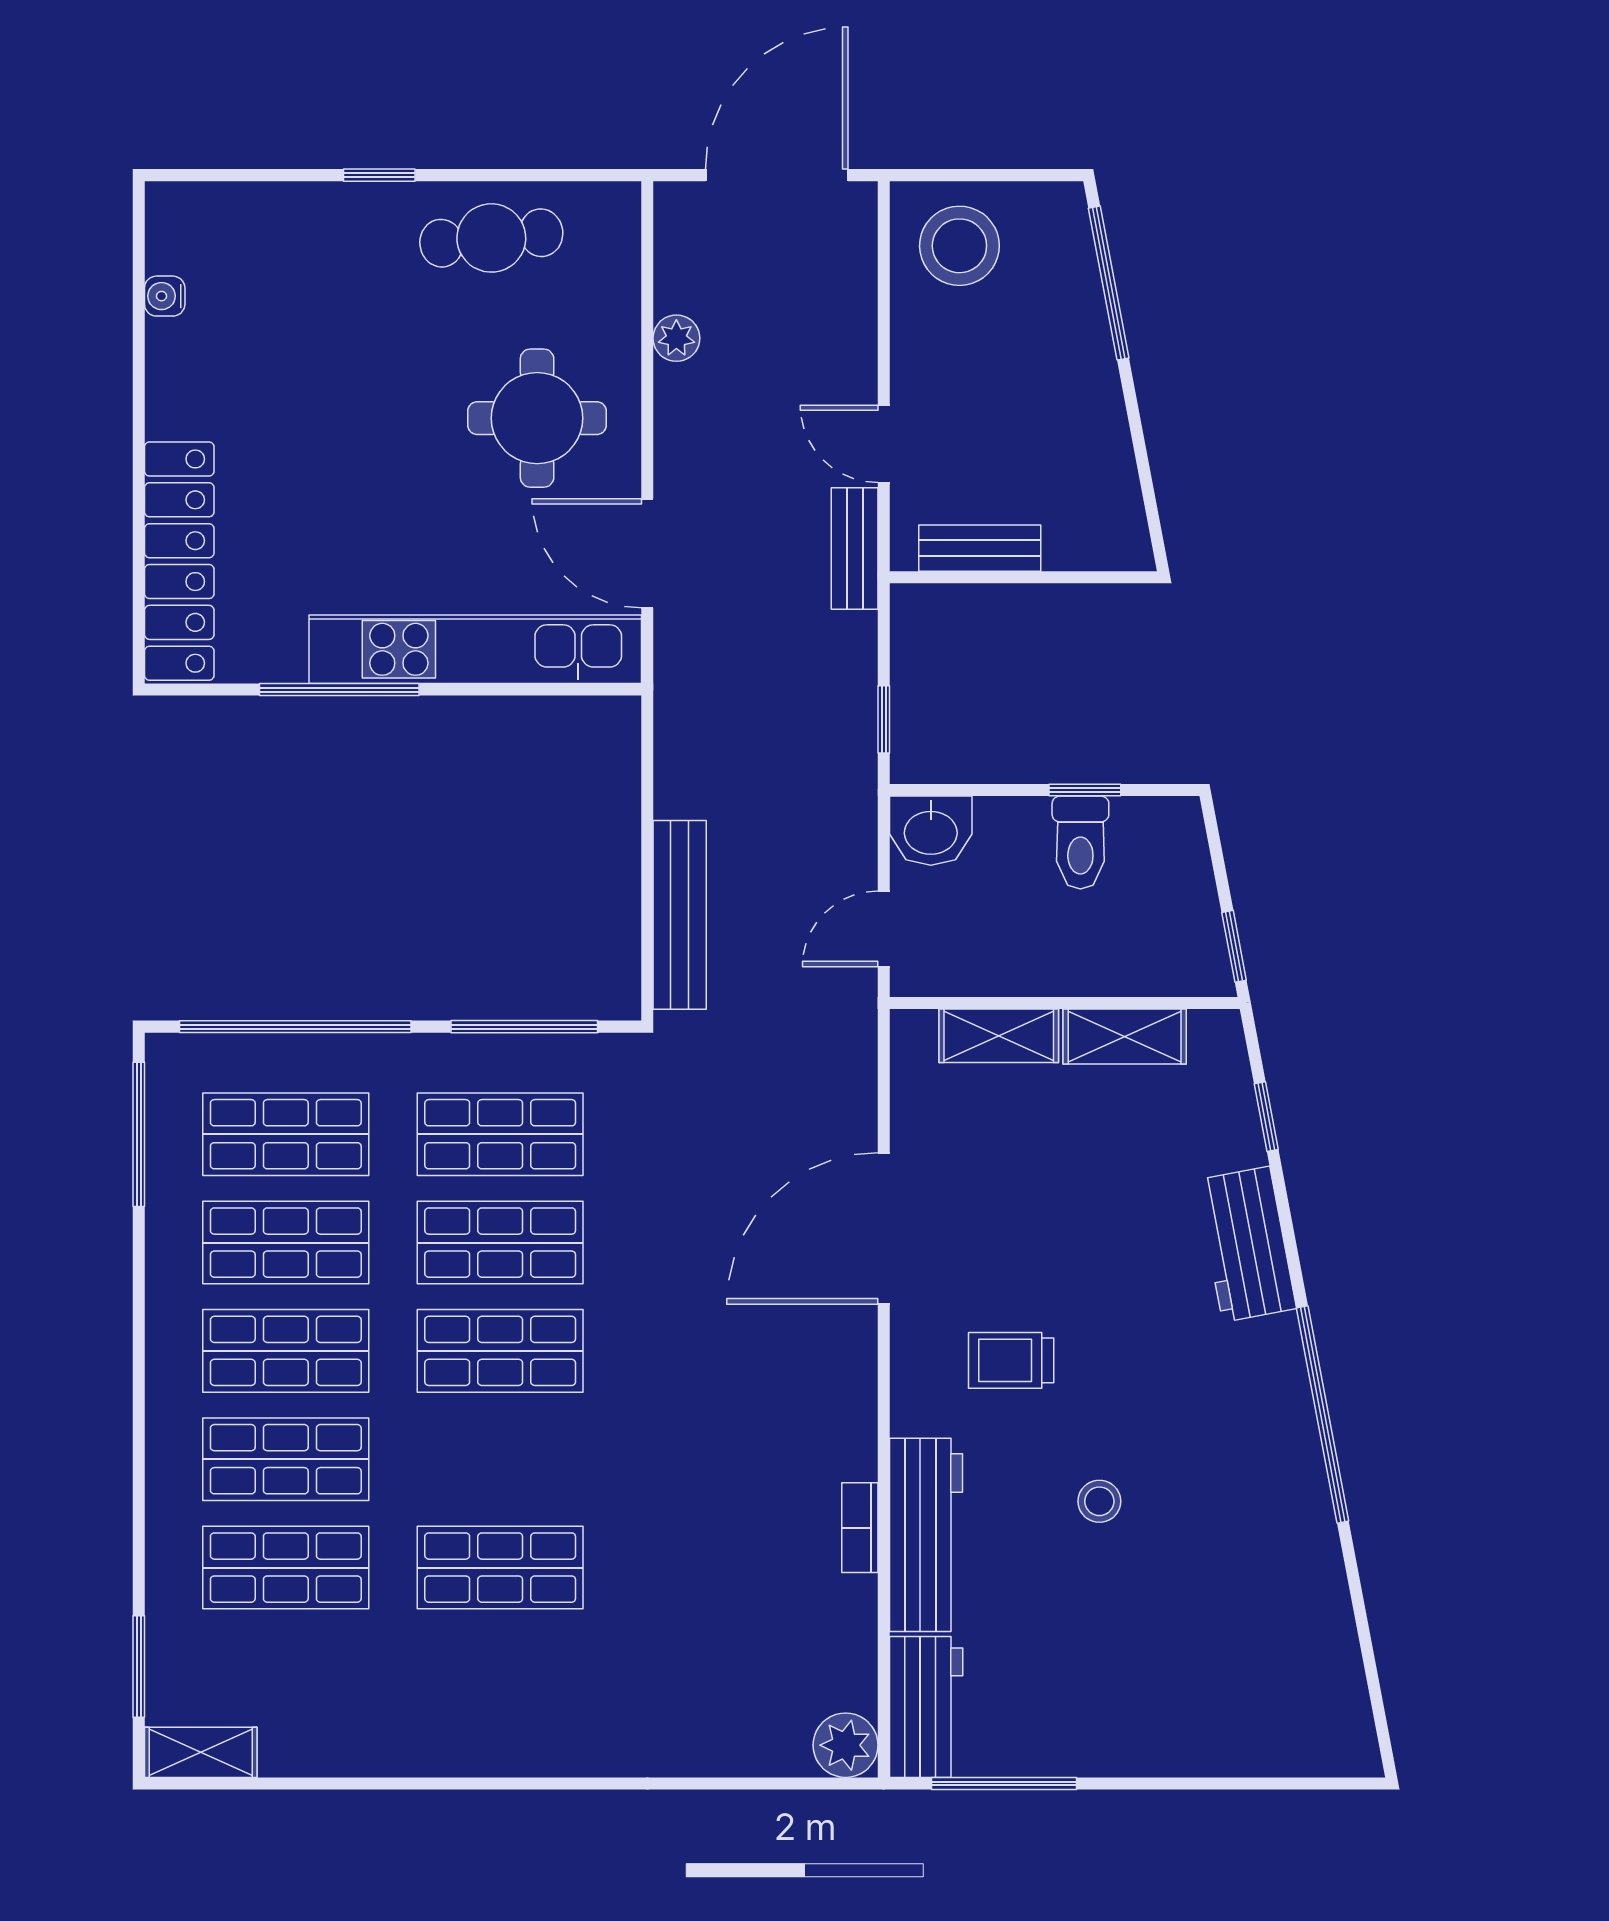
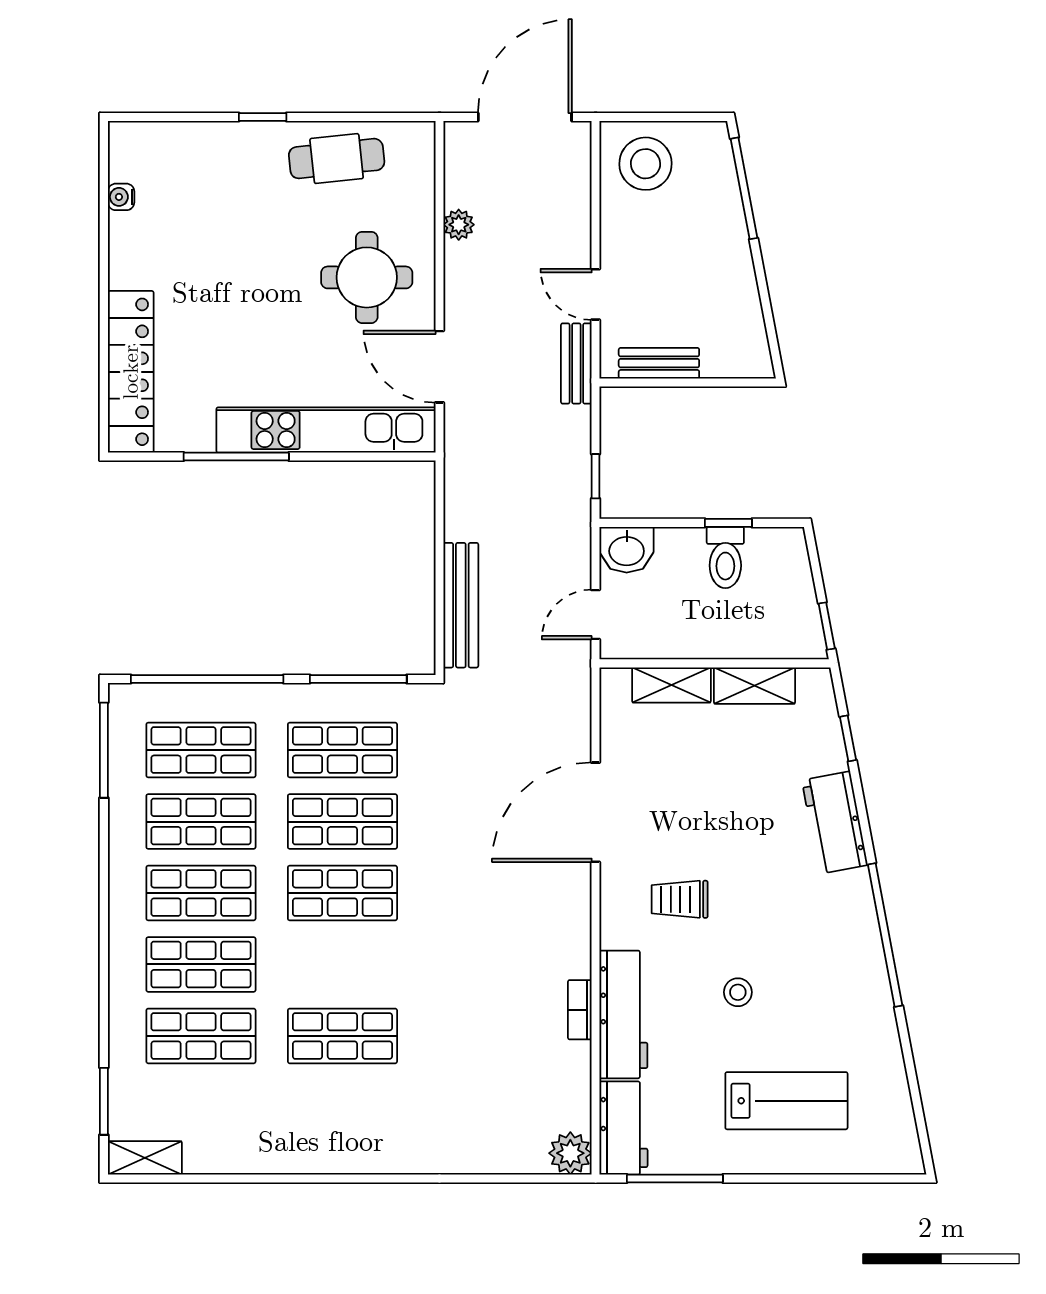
lab bench: (1173, 1666) -> (786, 1101), added

